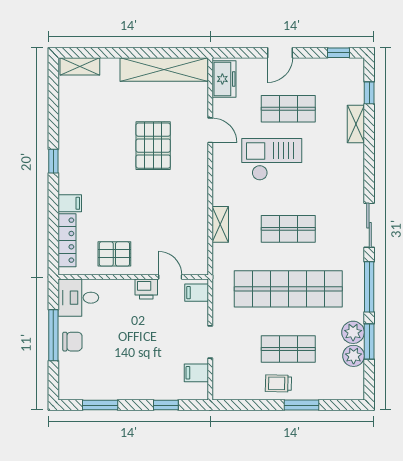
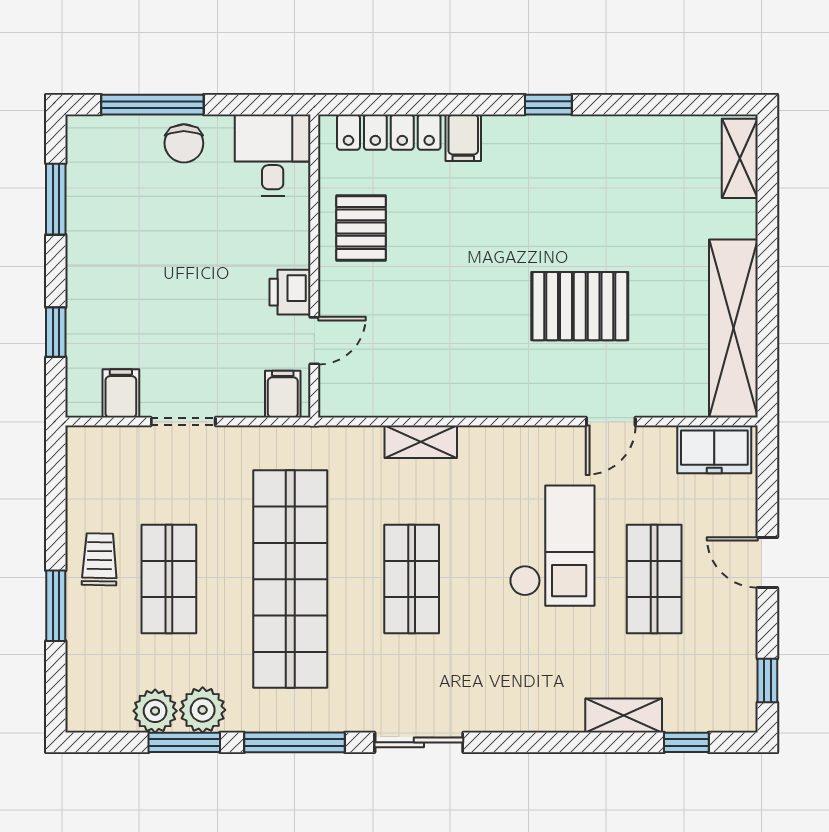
window: (53, 335) -> (152, 105), moved

